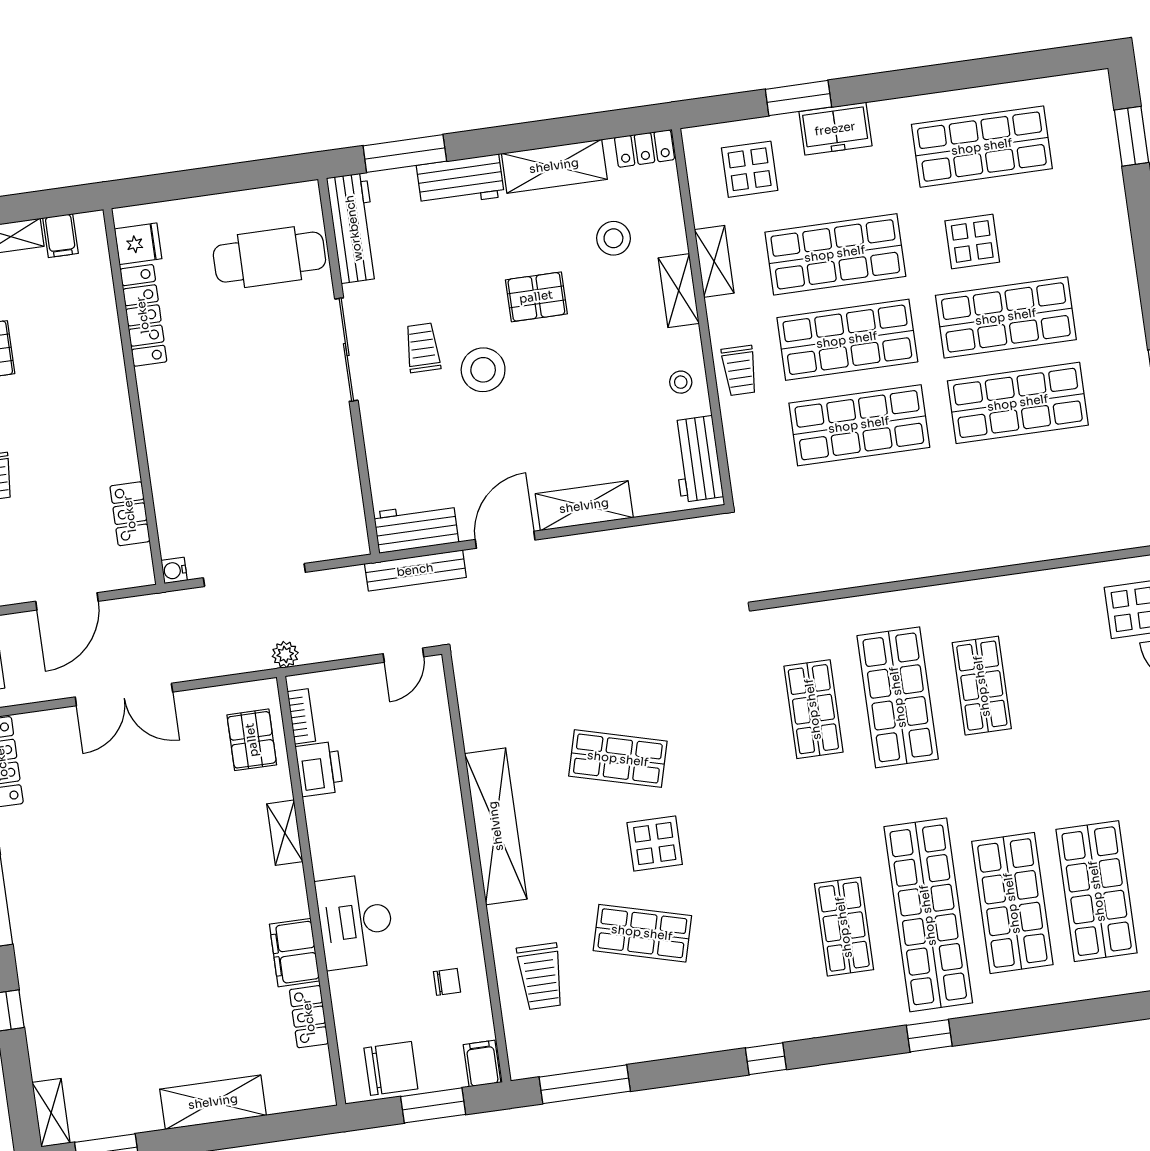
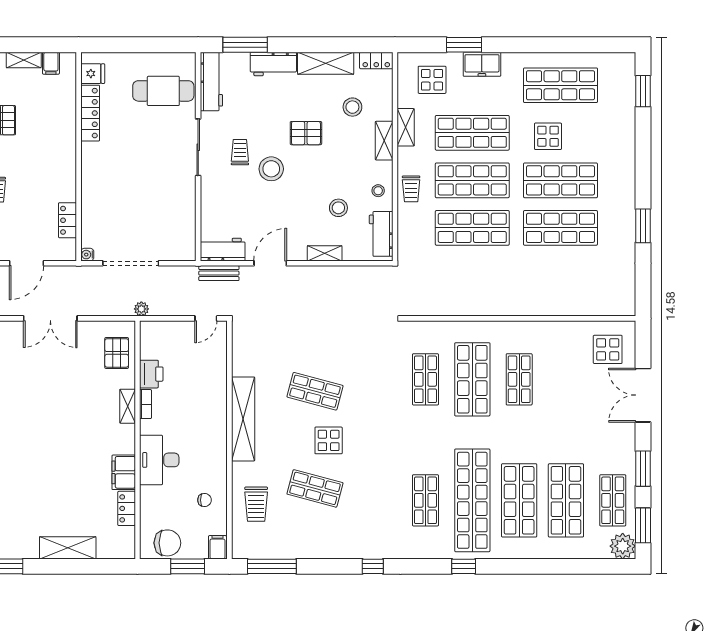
stool: (614, 423) -> (338, 208), added
shelving: (584, 506) -> (325, 253), width x0.67, depth x0.75
bench: (415, 570) -> (219, 273), width x0.73
bookcase: (301, 716) -> (145, 404), moved

